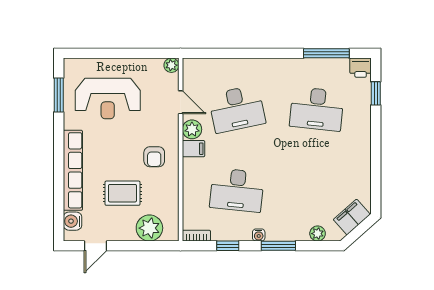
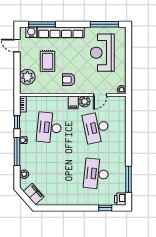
window: (59, 95) -> (104, 24), width x1.44
window: (59, 203) -> (42, 24), added
window: (278, 246) -> (17, 152), width x1.44

